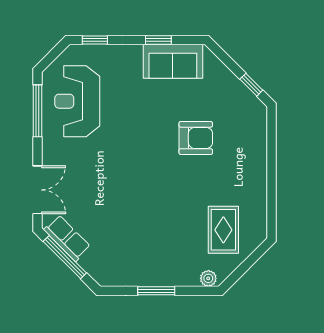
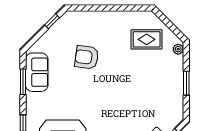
window: (158, 40) -> (23, 82), width x1.50
armchair: (196, 138) -> (87, 57), turned -82

